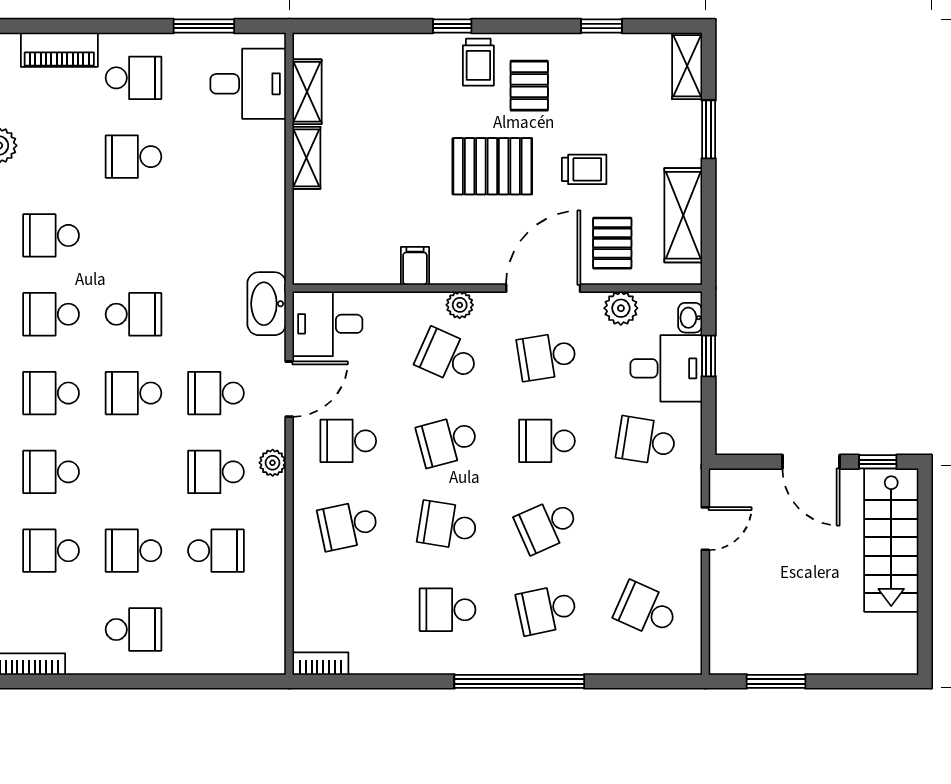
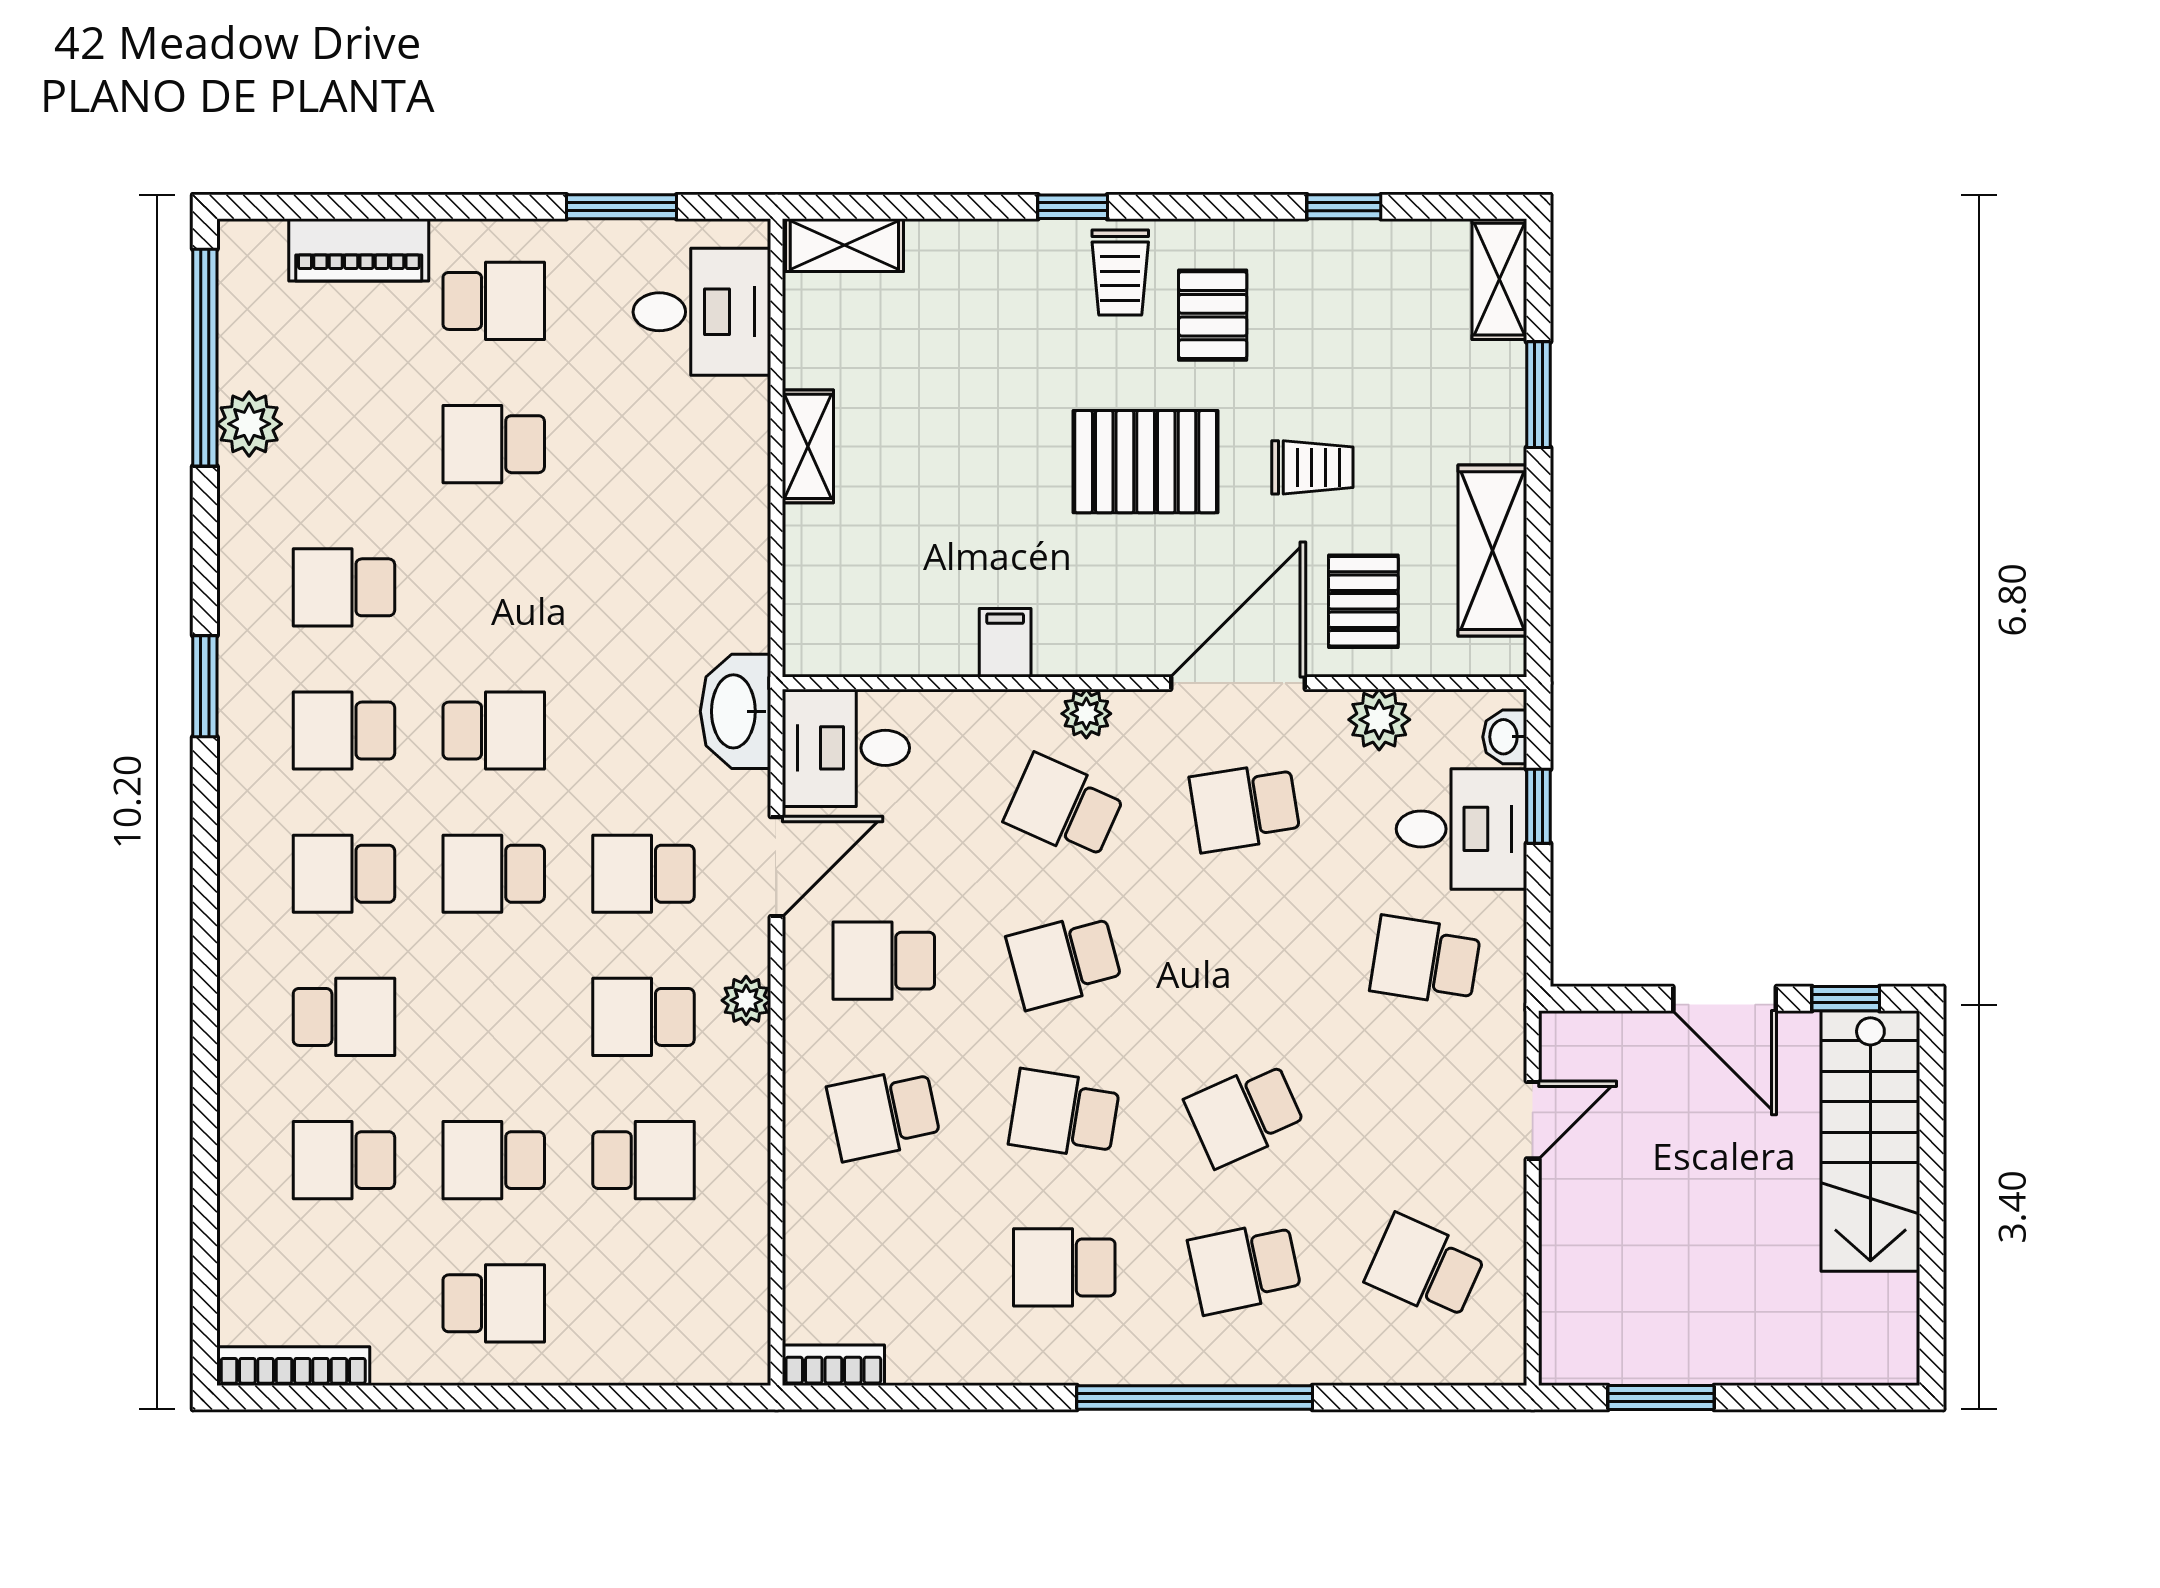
shelving: (307, 92) -> (844, 245), moved, turned 90
school desk: (547, 441) -> (1245, 961), removed
school desk: (51, 472) -> (344, 1017), turned 180

